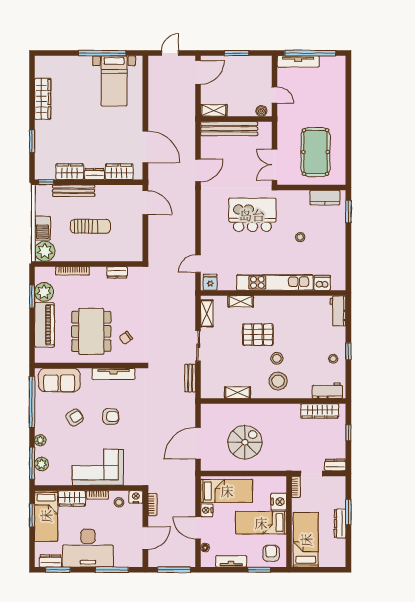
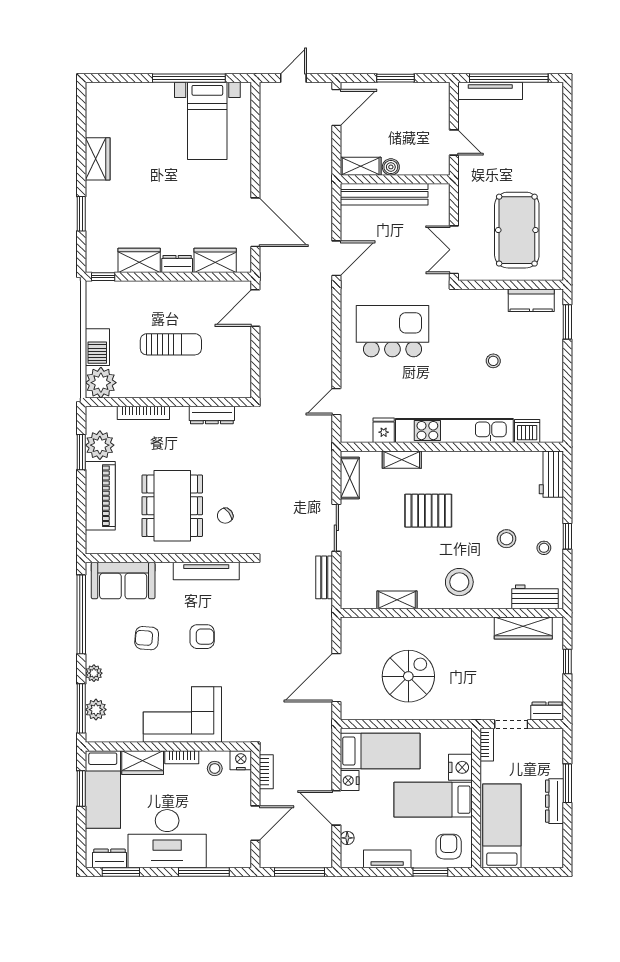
wardrobe: (43, 99) -> (98, 159), width x0.67
boiler: (261, 111) -> (391, 167), moved
bench: (74, 191) -> (145, 290), removed
door: (145, 203) -> (255, 308), swing flipped
kitchen island: (252, 215) -> (392, 331), moved
dresser: (117, 272) -> (212, 415), width x1.44
fridge: (210, 282) -> (384, 430), moved
stool: (277, 358) -> (506, 539), moved
armchair: (75, 418) -> (147, 638), turned -144

